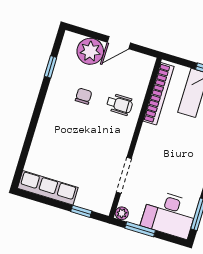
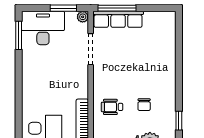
row of seats: (48, 188) -> (118, 19), moved
window: (81, 211) -> (117, 8), width x2.17

